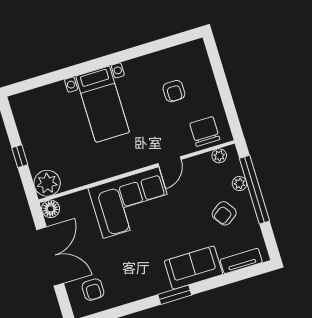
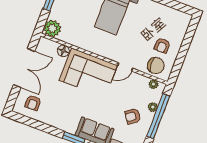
armchair: (174, 91) -> (162, 46), moved
chair: (205, 131) -> (156, 66), turned 90
floor lamp: (51, 209) -> (63, 51), moved

